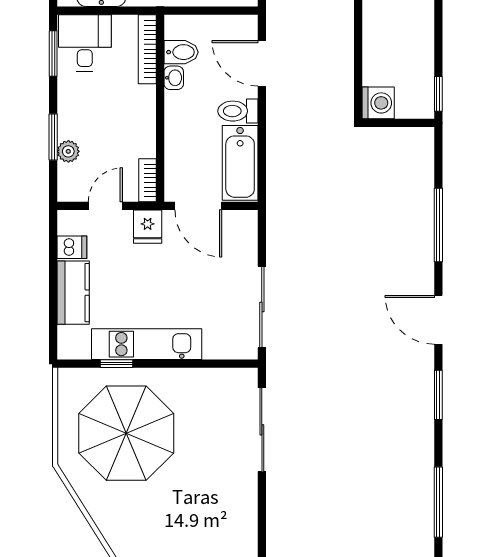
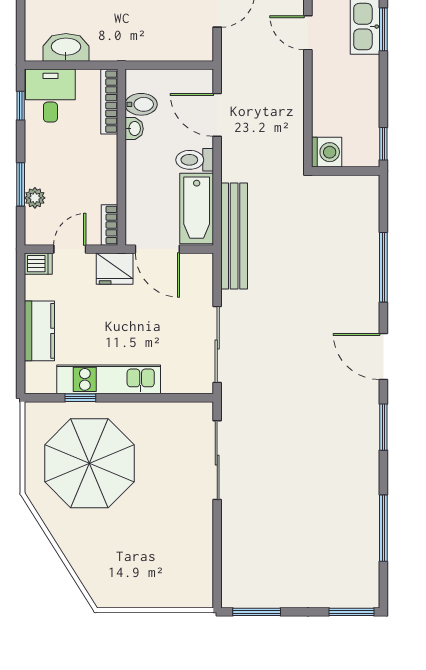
window: (53, 53) -> (21, 106), width x0.67
bench: (280, 192) -> (234, 236), added
fridge: (148, 227) -> (115, 269), width x1.38
dishwasher: (72, 247) -> (38, 264), moved

